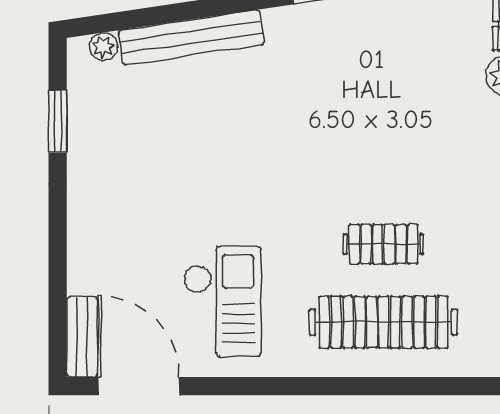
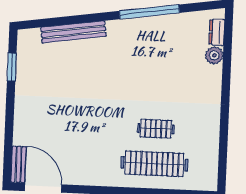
plant: (103, 47) -> (34, 34), removed
checkout: (222, 301) -> (82, 151), removed

